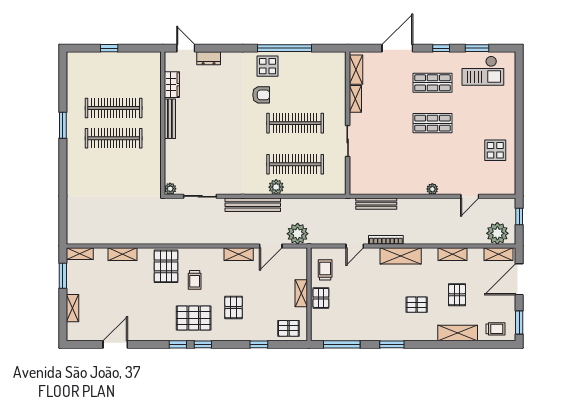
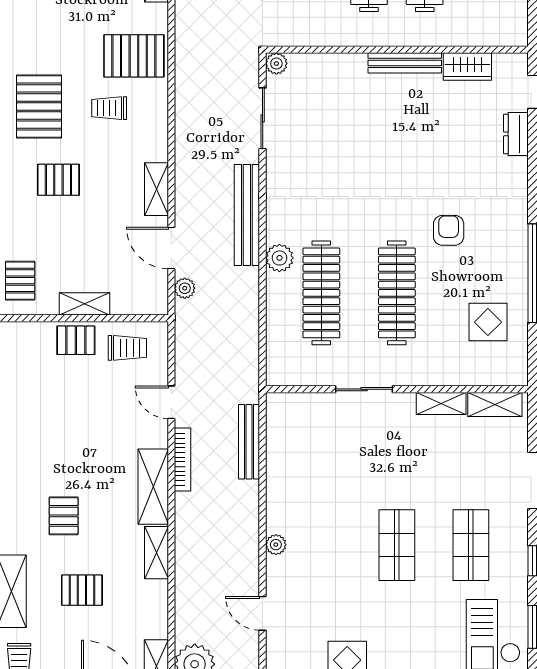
display table: (267, 66) -> (488, 322), moved
armchair: (261, 95) -> (449, 230), turned 180
plant: (298, 234) -> (185, 288), width x0.53, depth x0.53
shelving: (453, 254) -> (156, 553), moved

